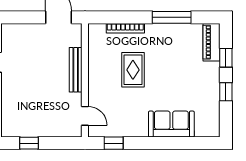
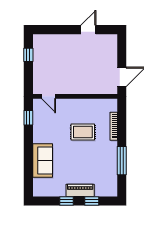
piano: (212, 42) -> (80, 190), moved
bench: (76, 70) -> (83, 90), removed
door: (85, 116) -> (49, 96), hinge flipped

